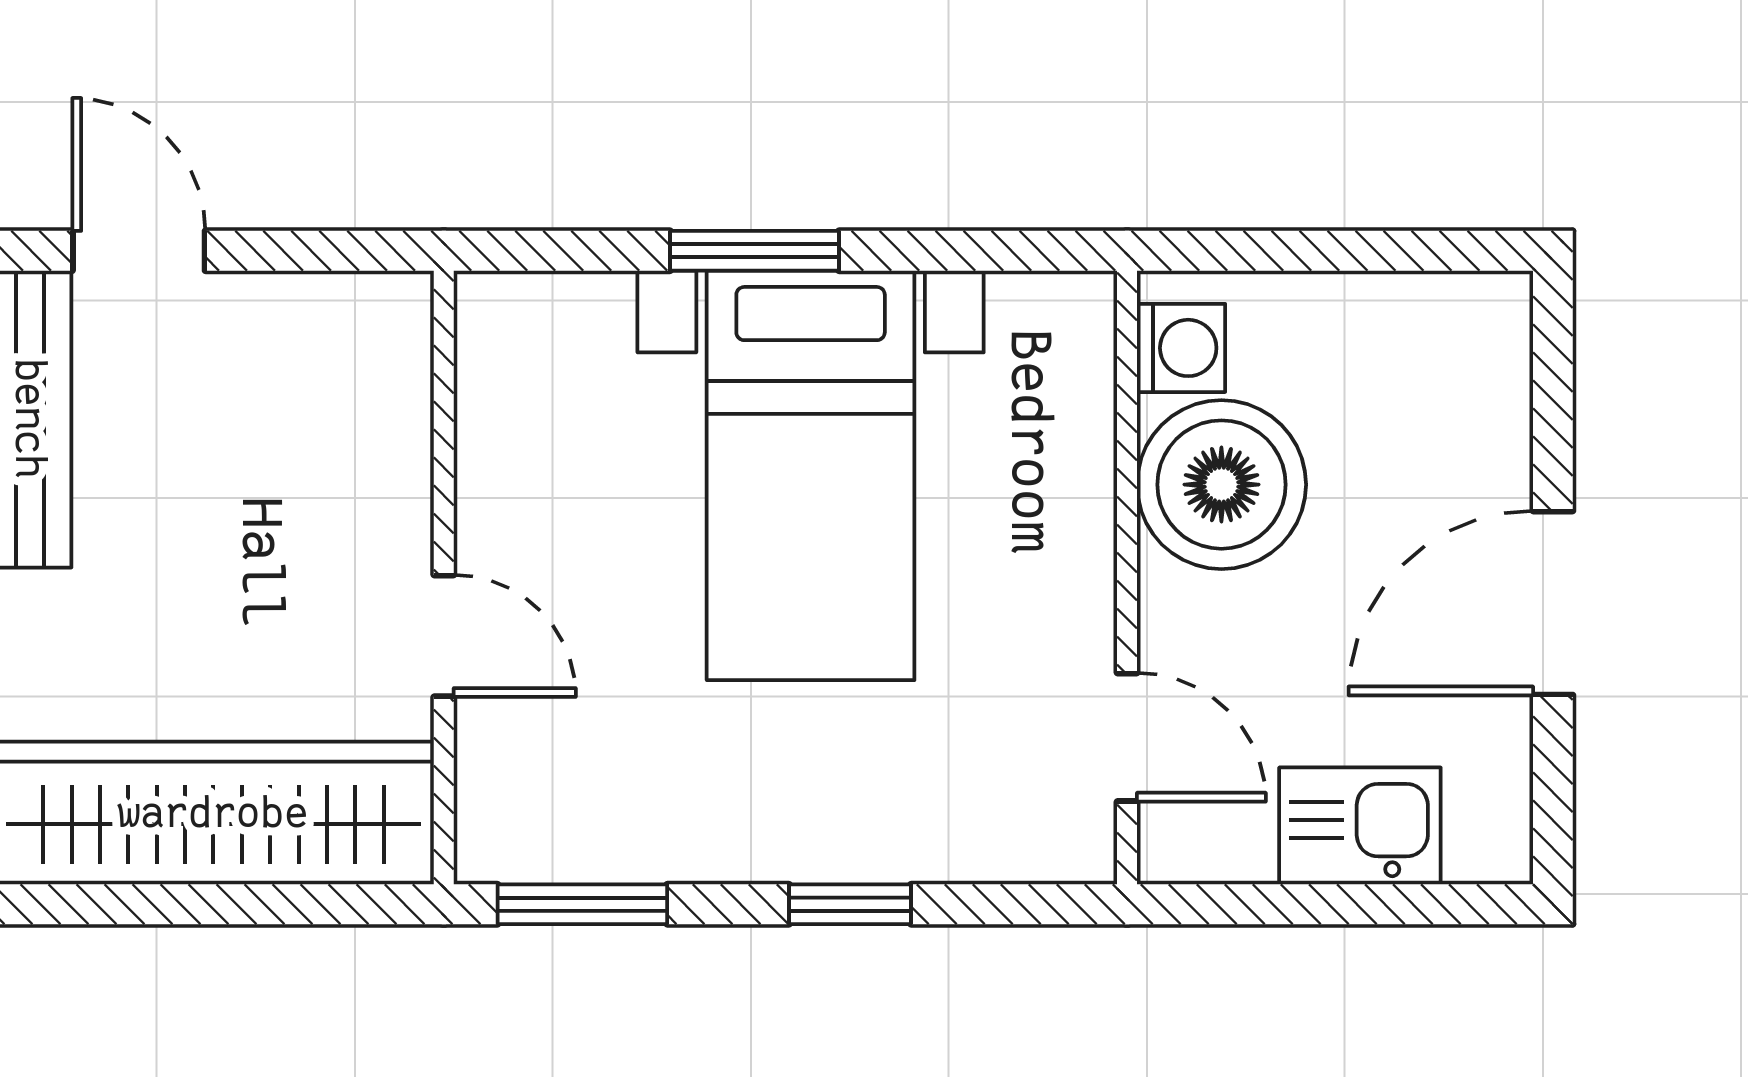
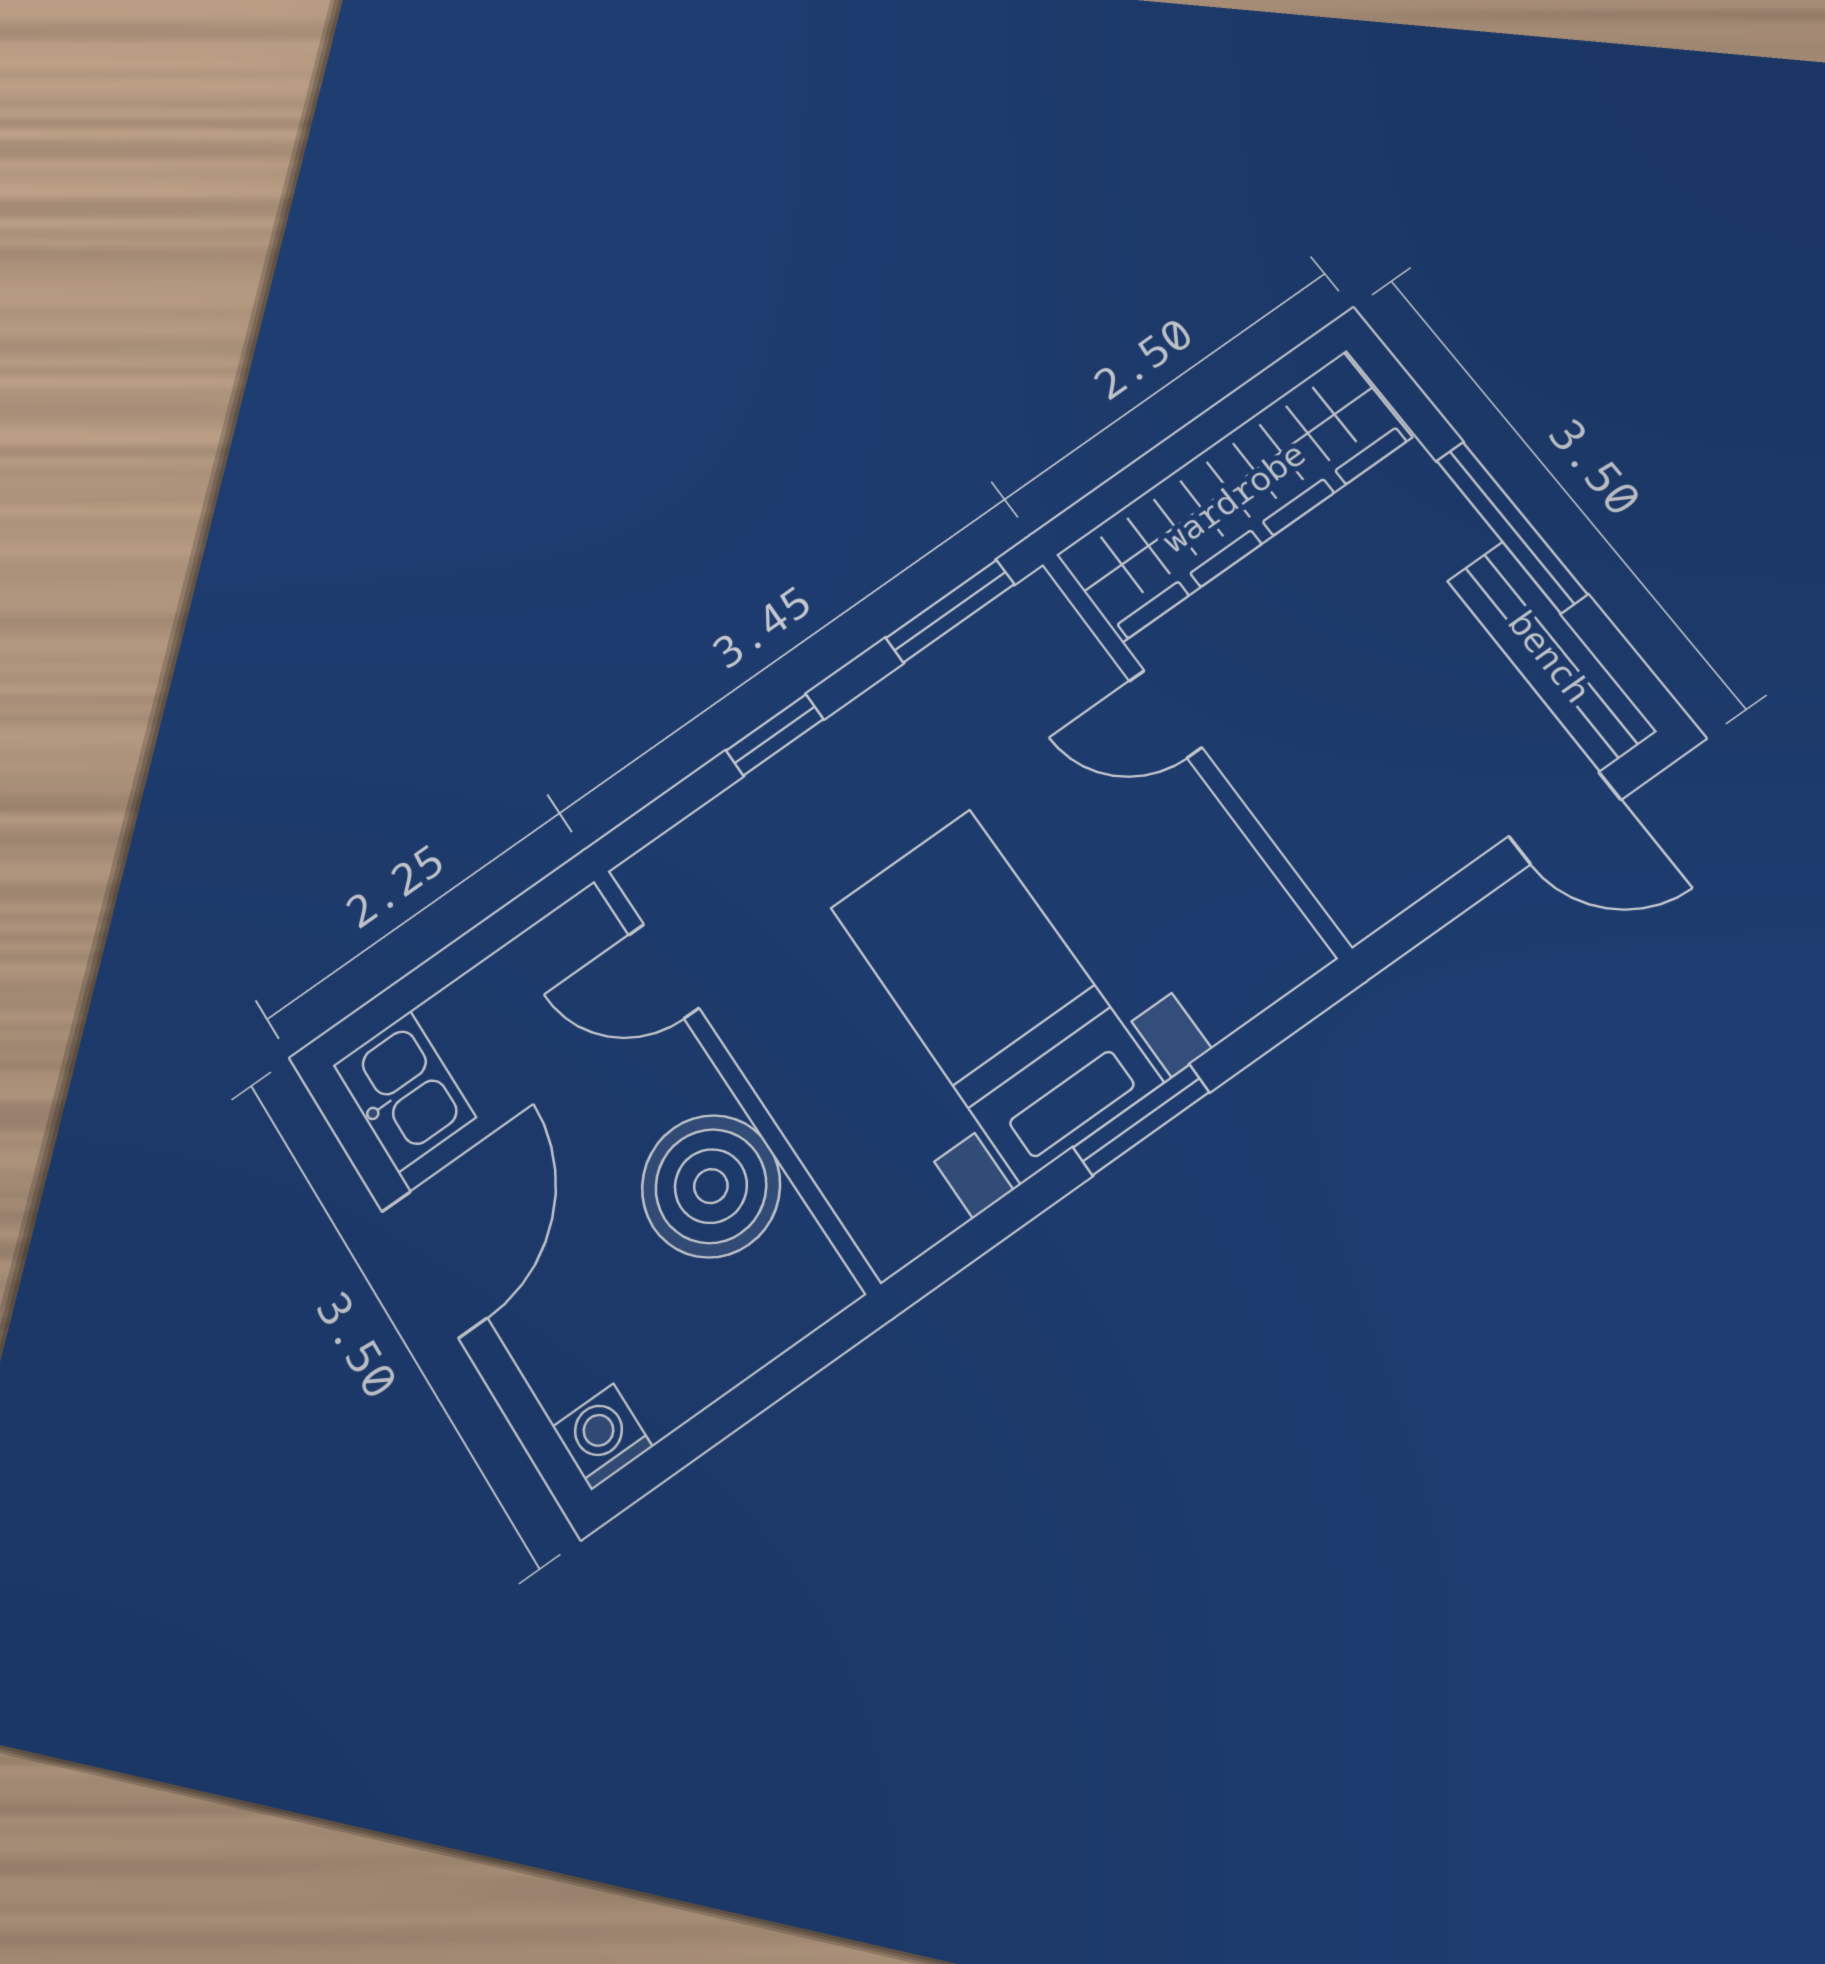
washing machine: (1181, 348) -> (602, 1437), moved, turned 90
kitchen sink: (1360, 826) -> (404, 1091), moved, turned -90

